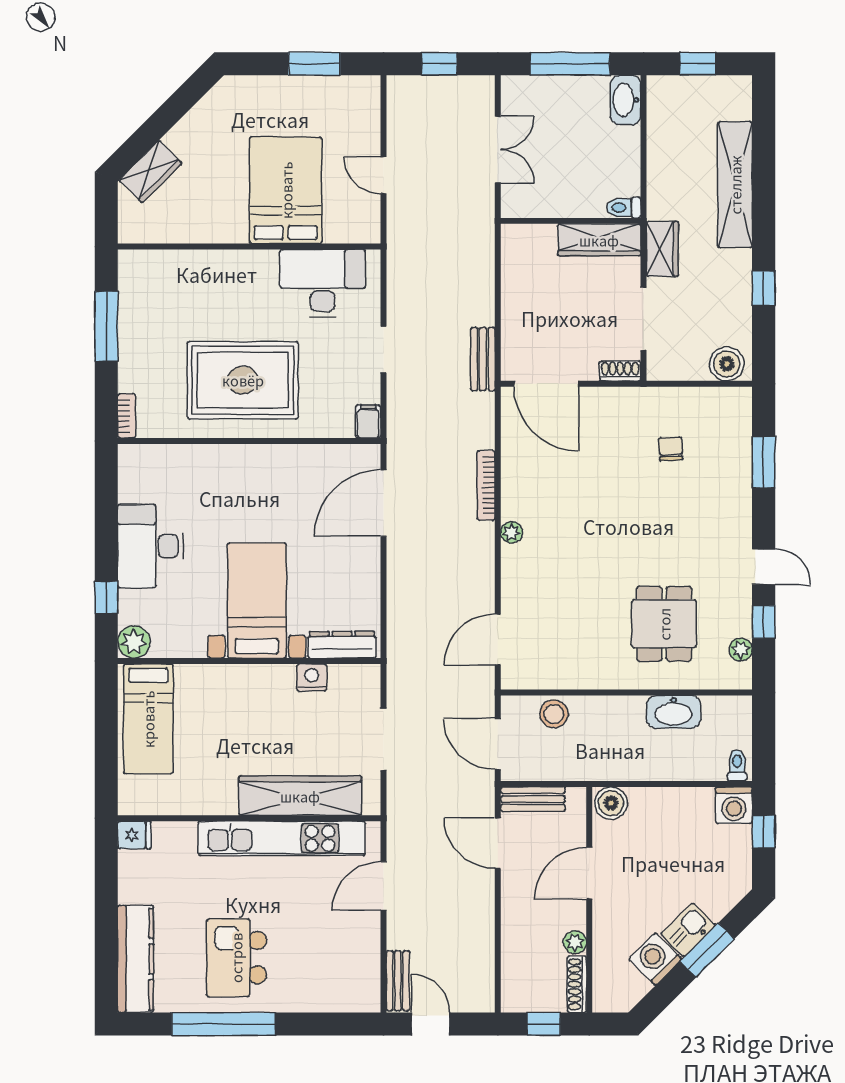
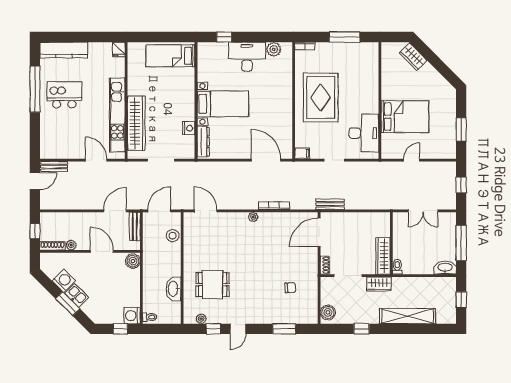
plant: (134, 642) -> (274, 49), moved

